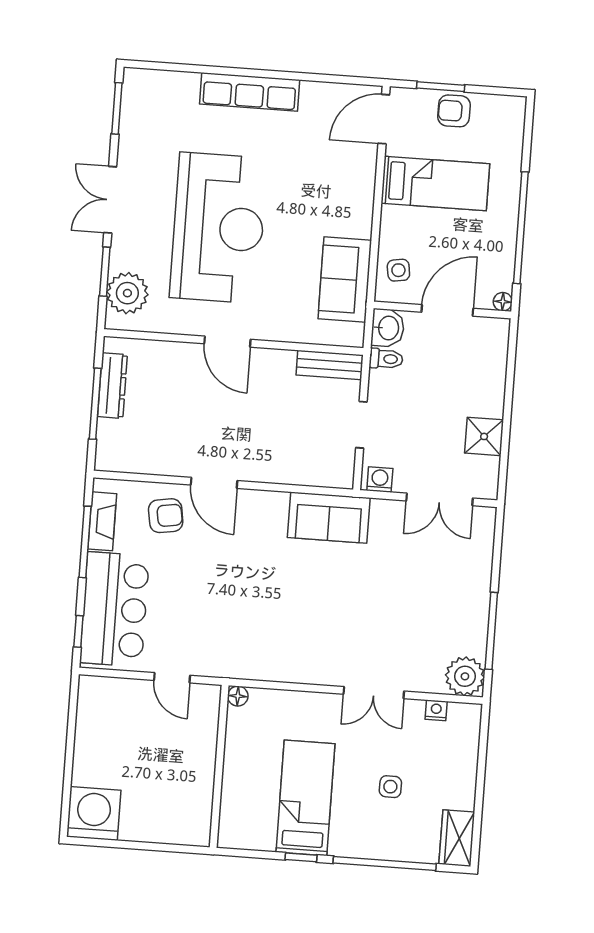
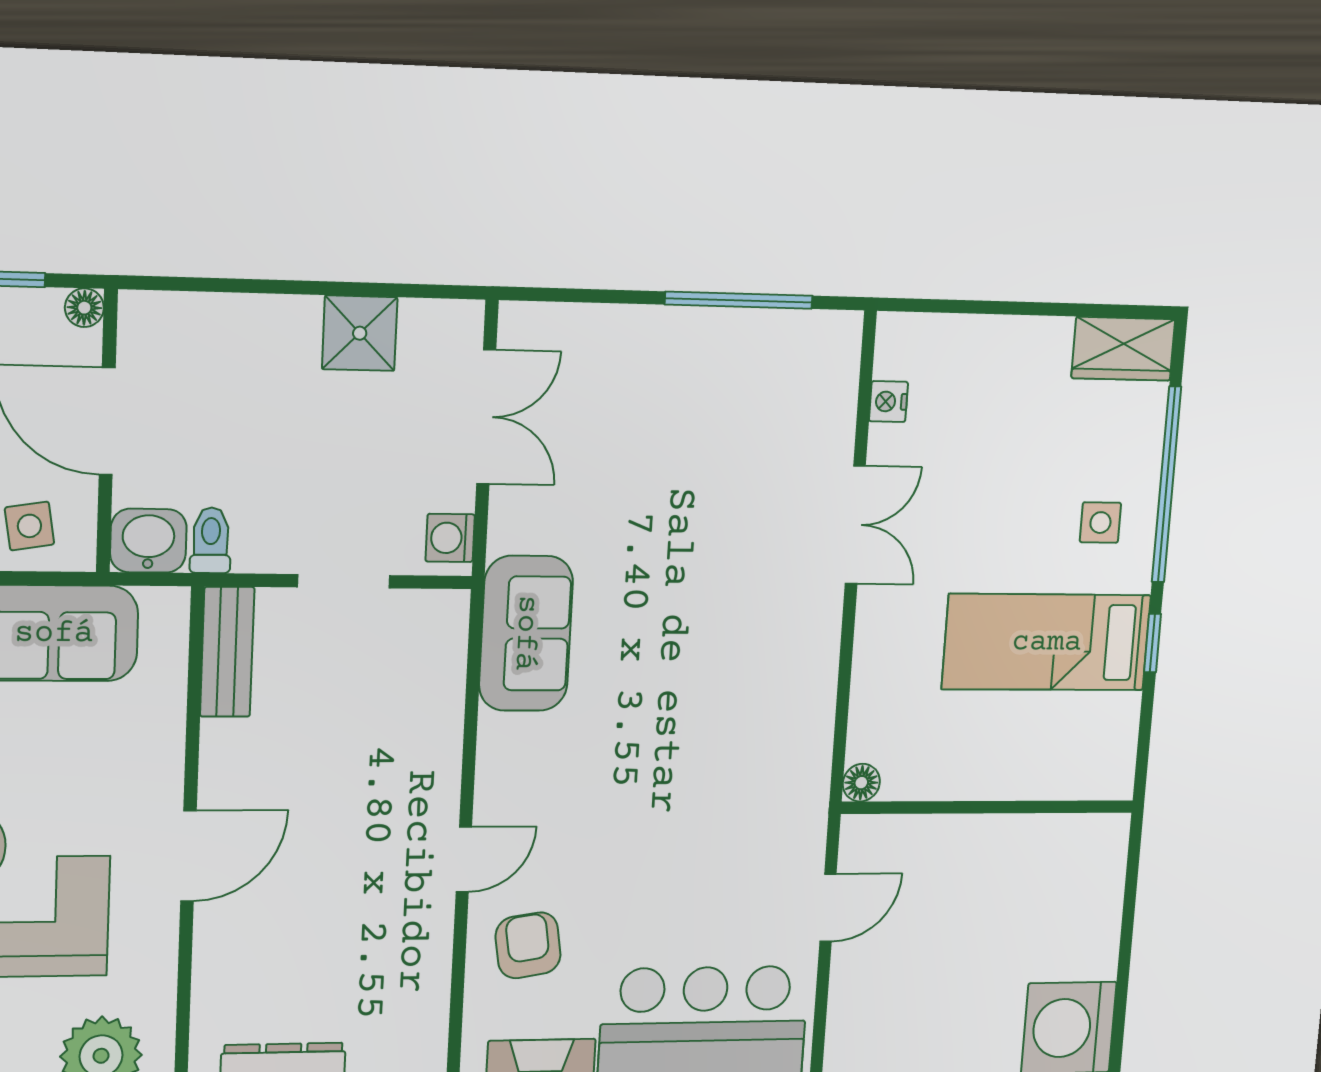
door: (214, 483) -> (464, 859), width x0.73
plant: (465, 676) -> (825, 348), removed
side table: (390, 787) -> (1100, 523), moved

